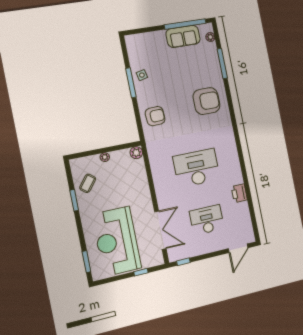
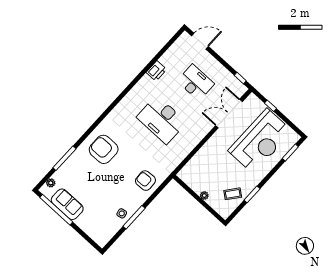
plant: (136, 153) -> (184, 175), removed
desk: (207, 220) -> (196, 82), turned 180

